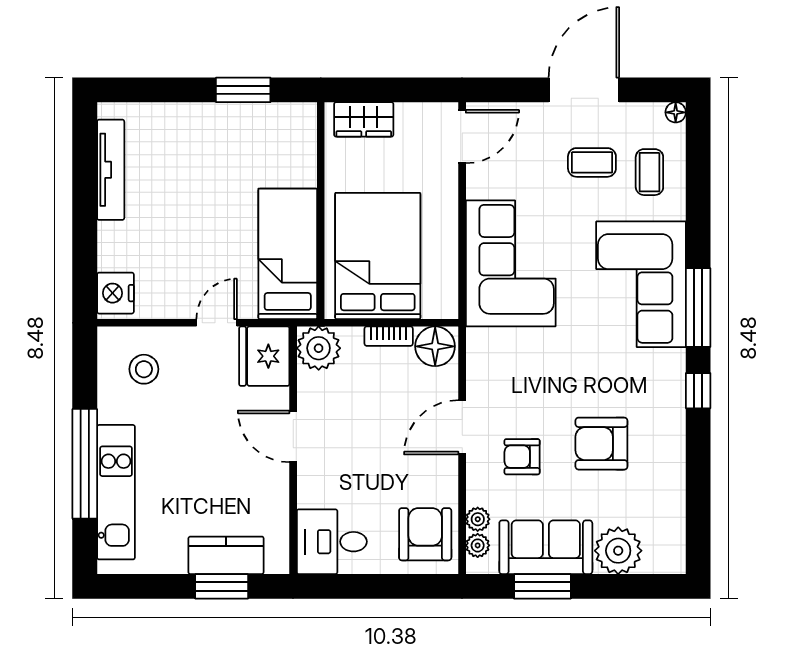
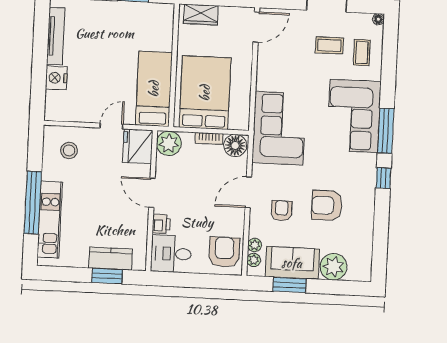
corner sofa: (511, 263) -> (279, 128), moved
nightstand: (115, 293) -> (56, 78), moved
armchair: (522, 457) -> (282, 211), turned 90
printer: (312, 490) -> (161, 224), added

